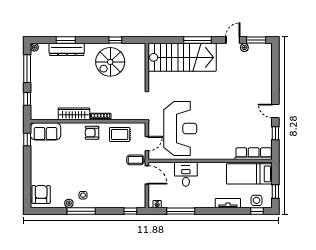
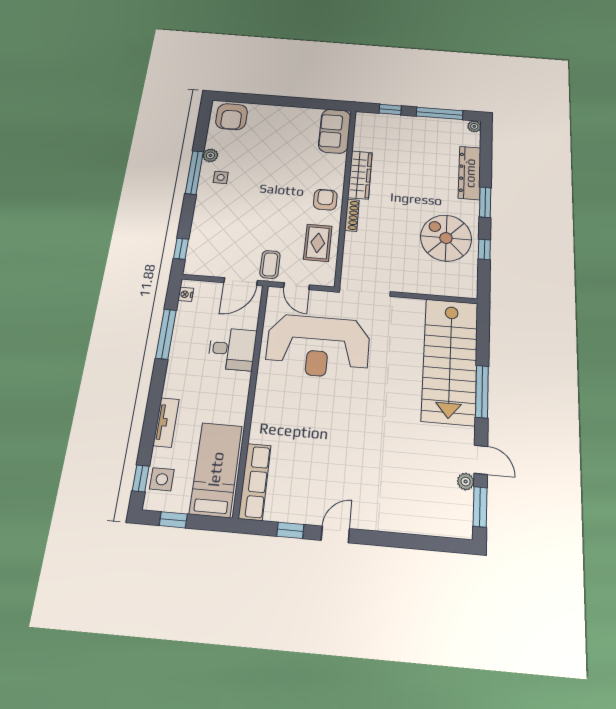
window: (66, 40) -> (485, 202), moved
window: (27, 140) -> (324, 104), removed
armchair: (41, 194) -> (232, 117), turned 90

